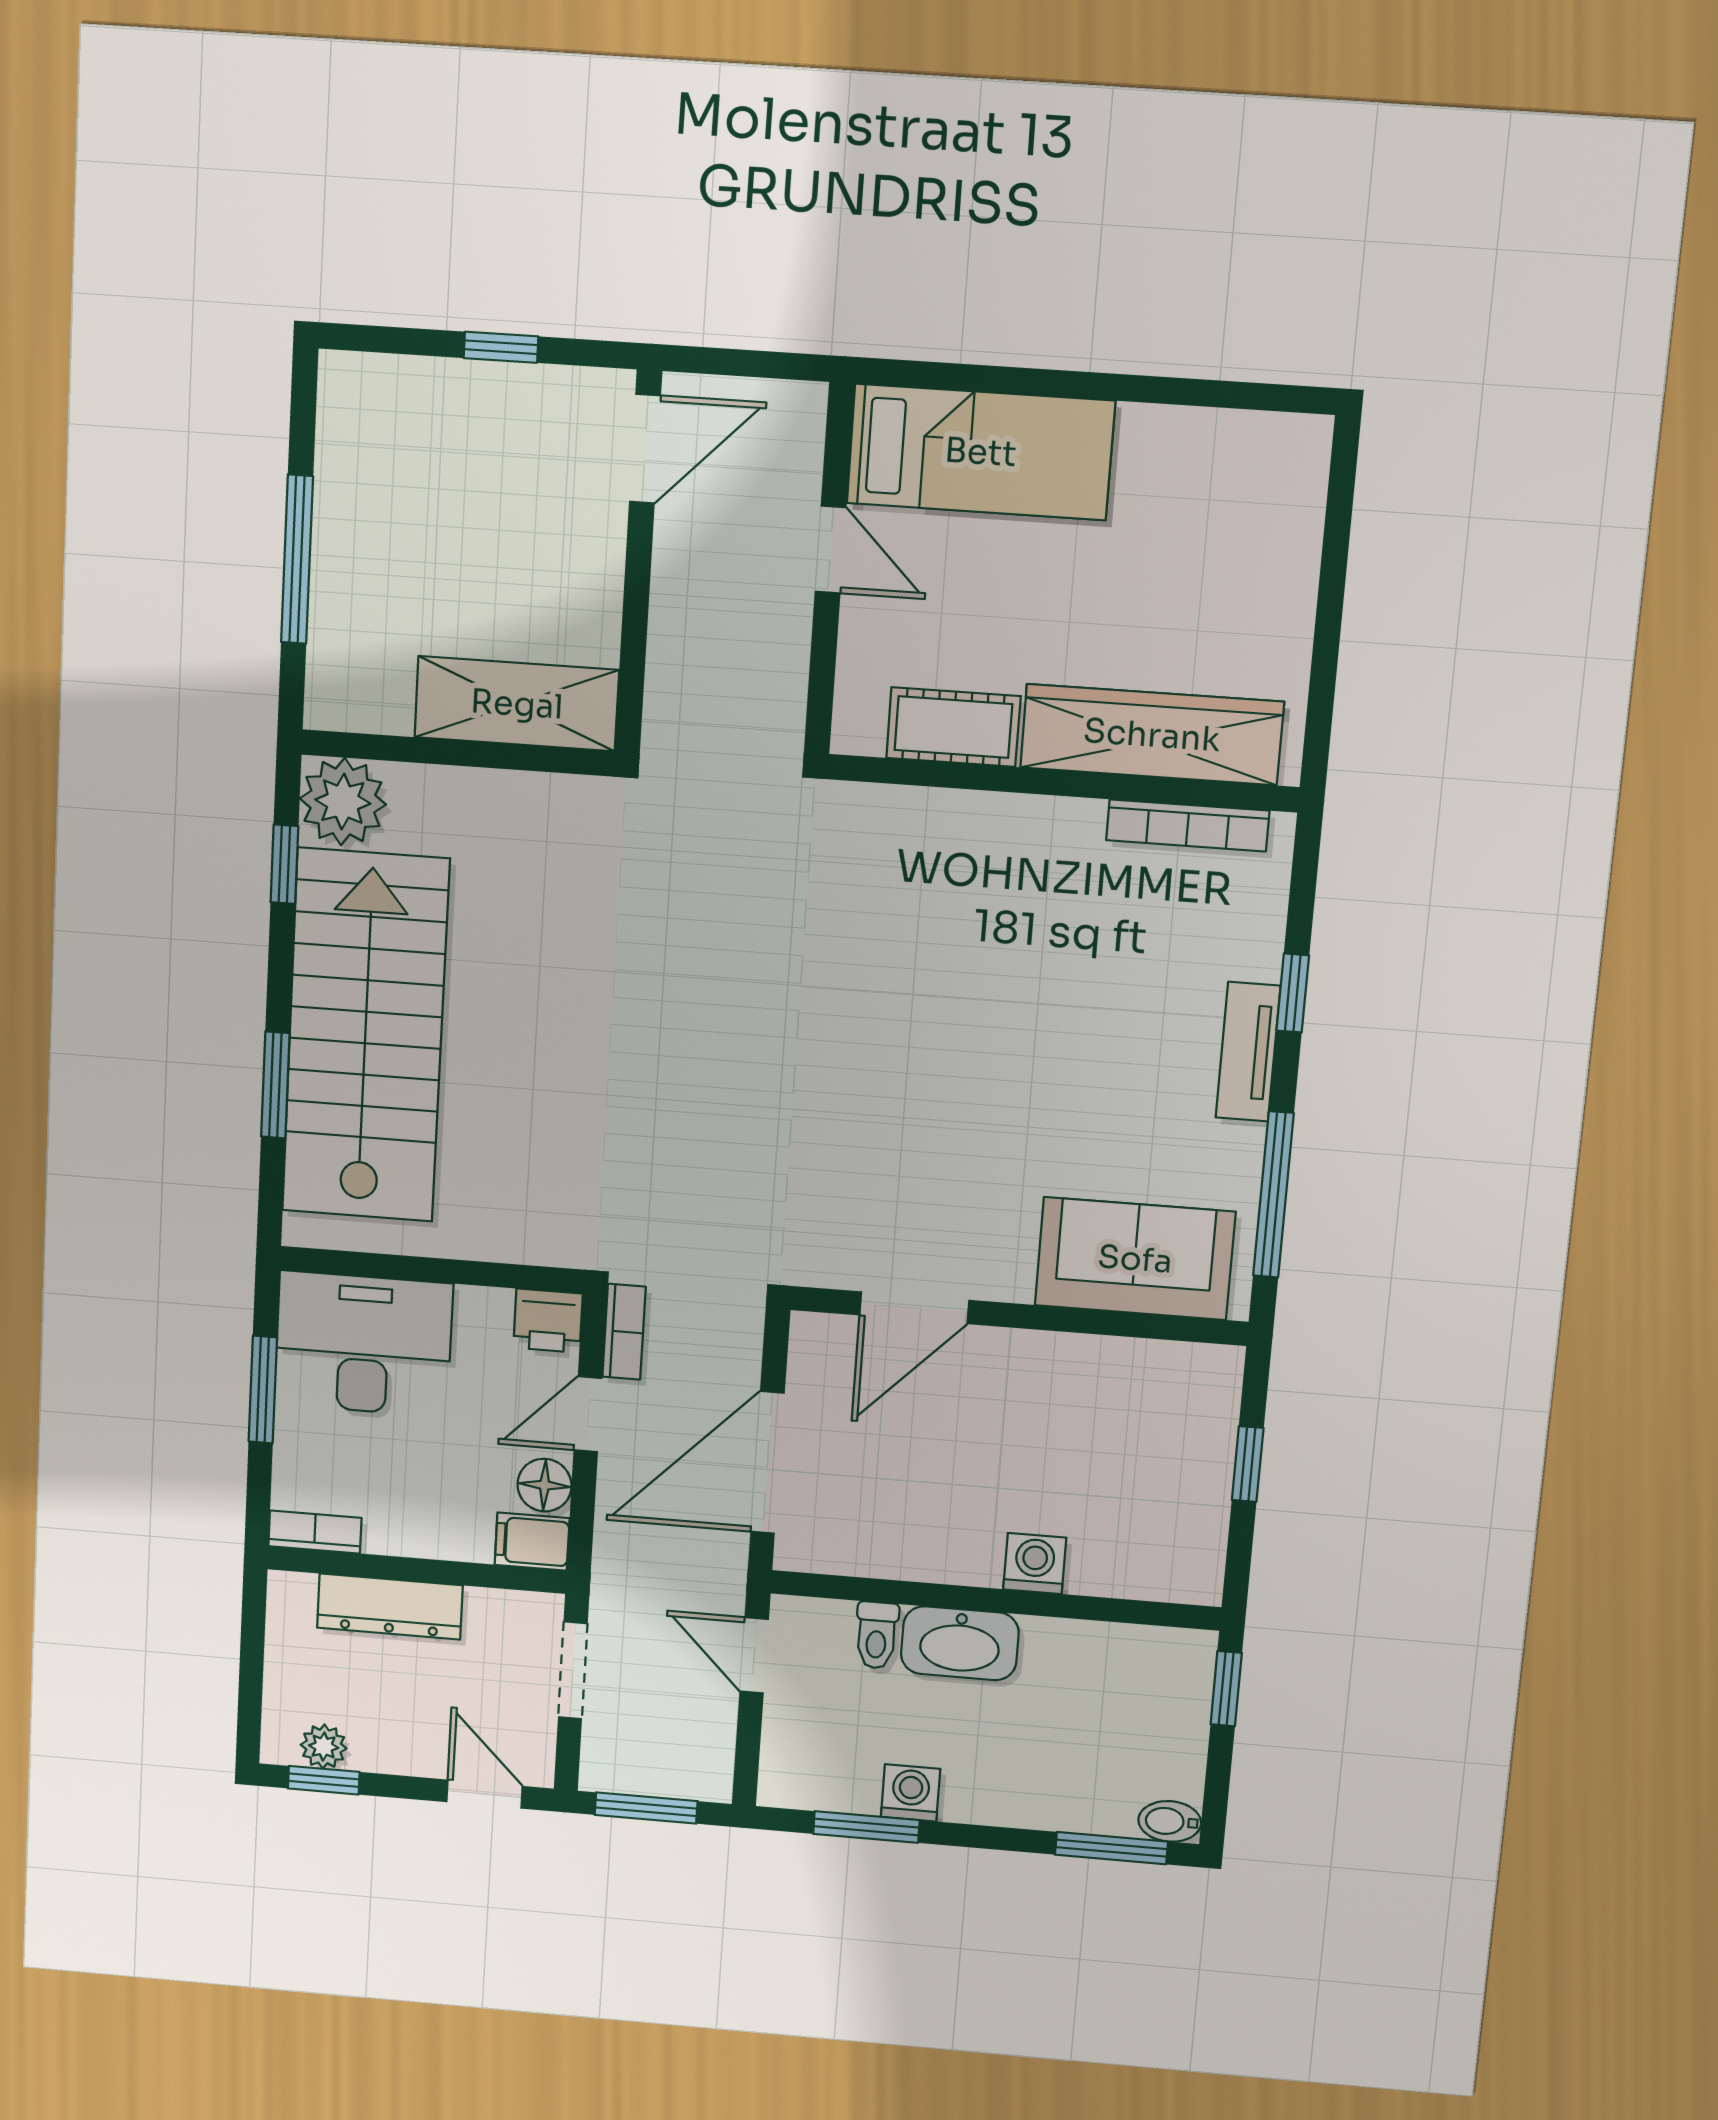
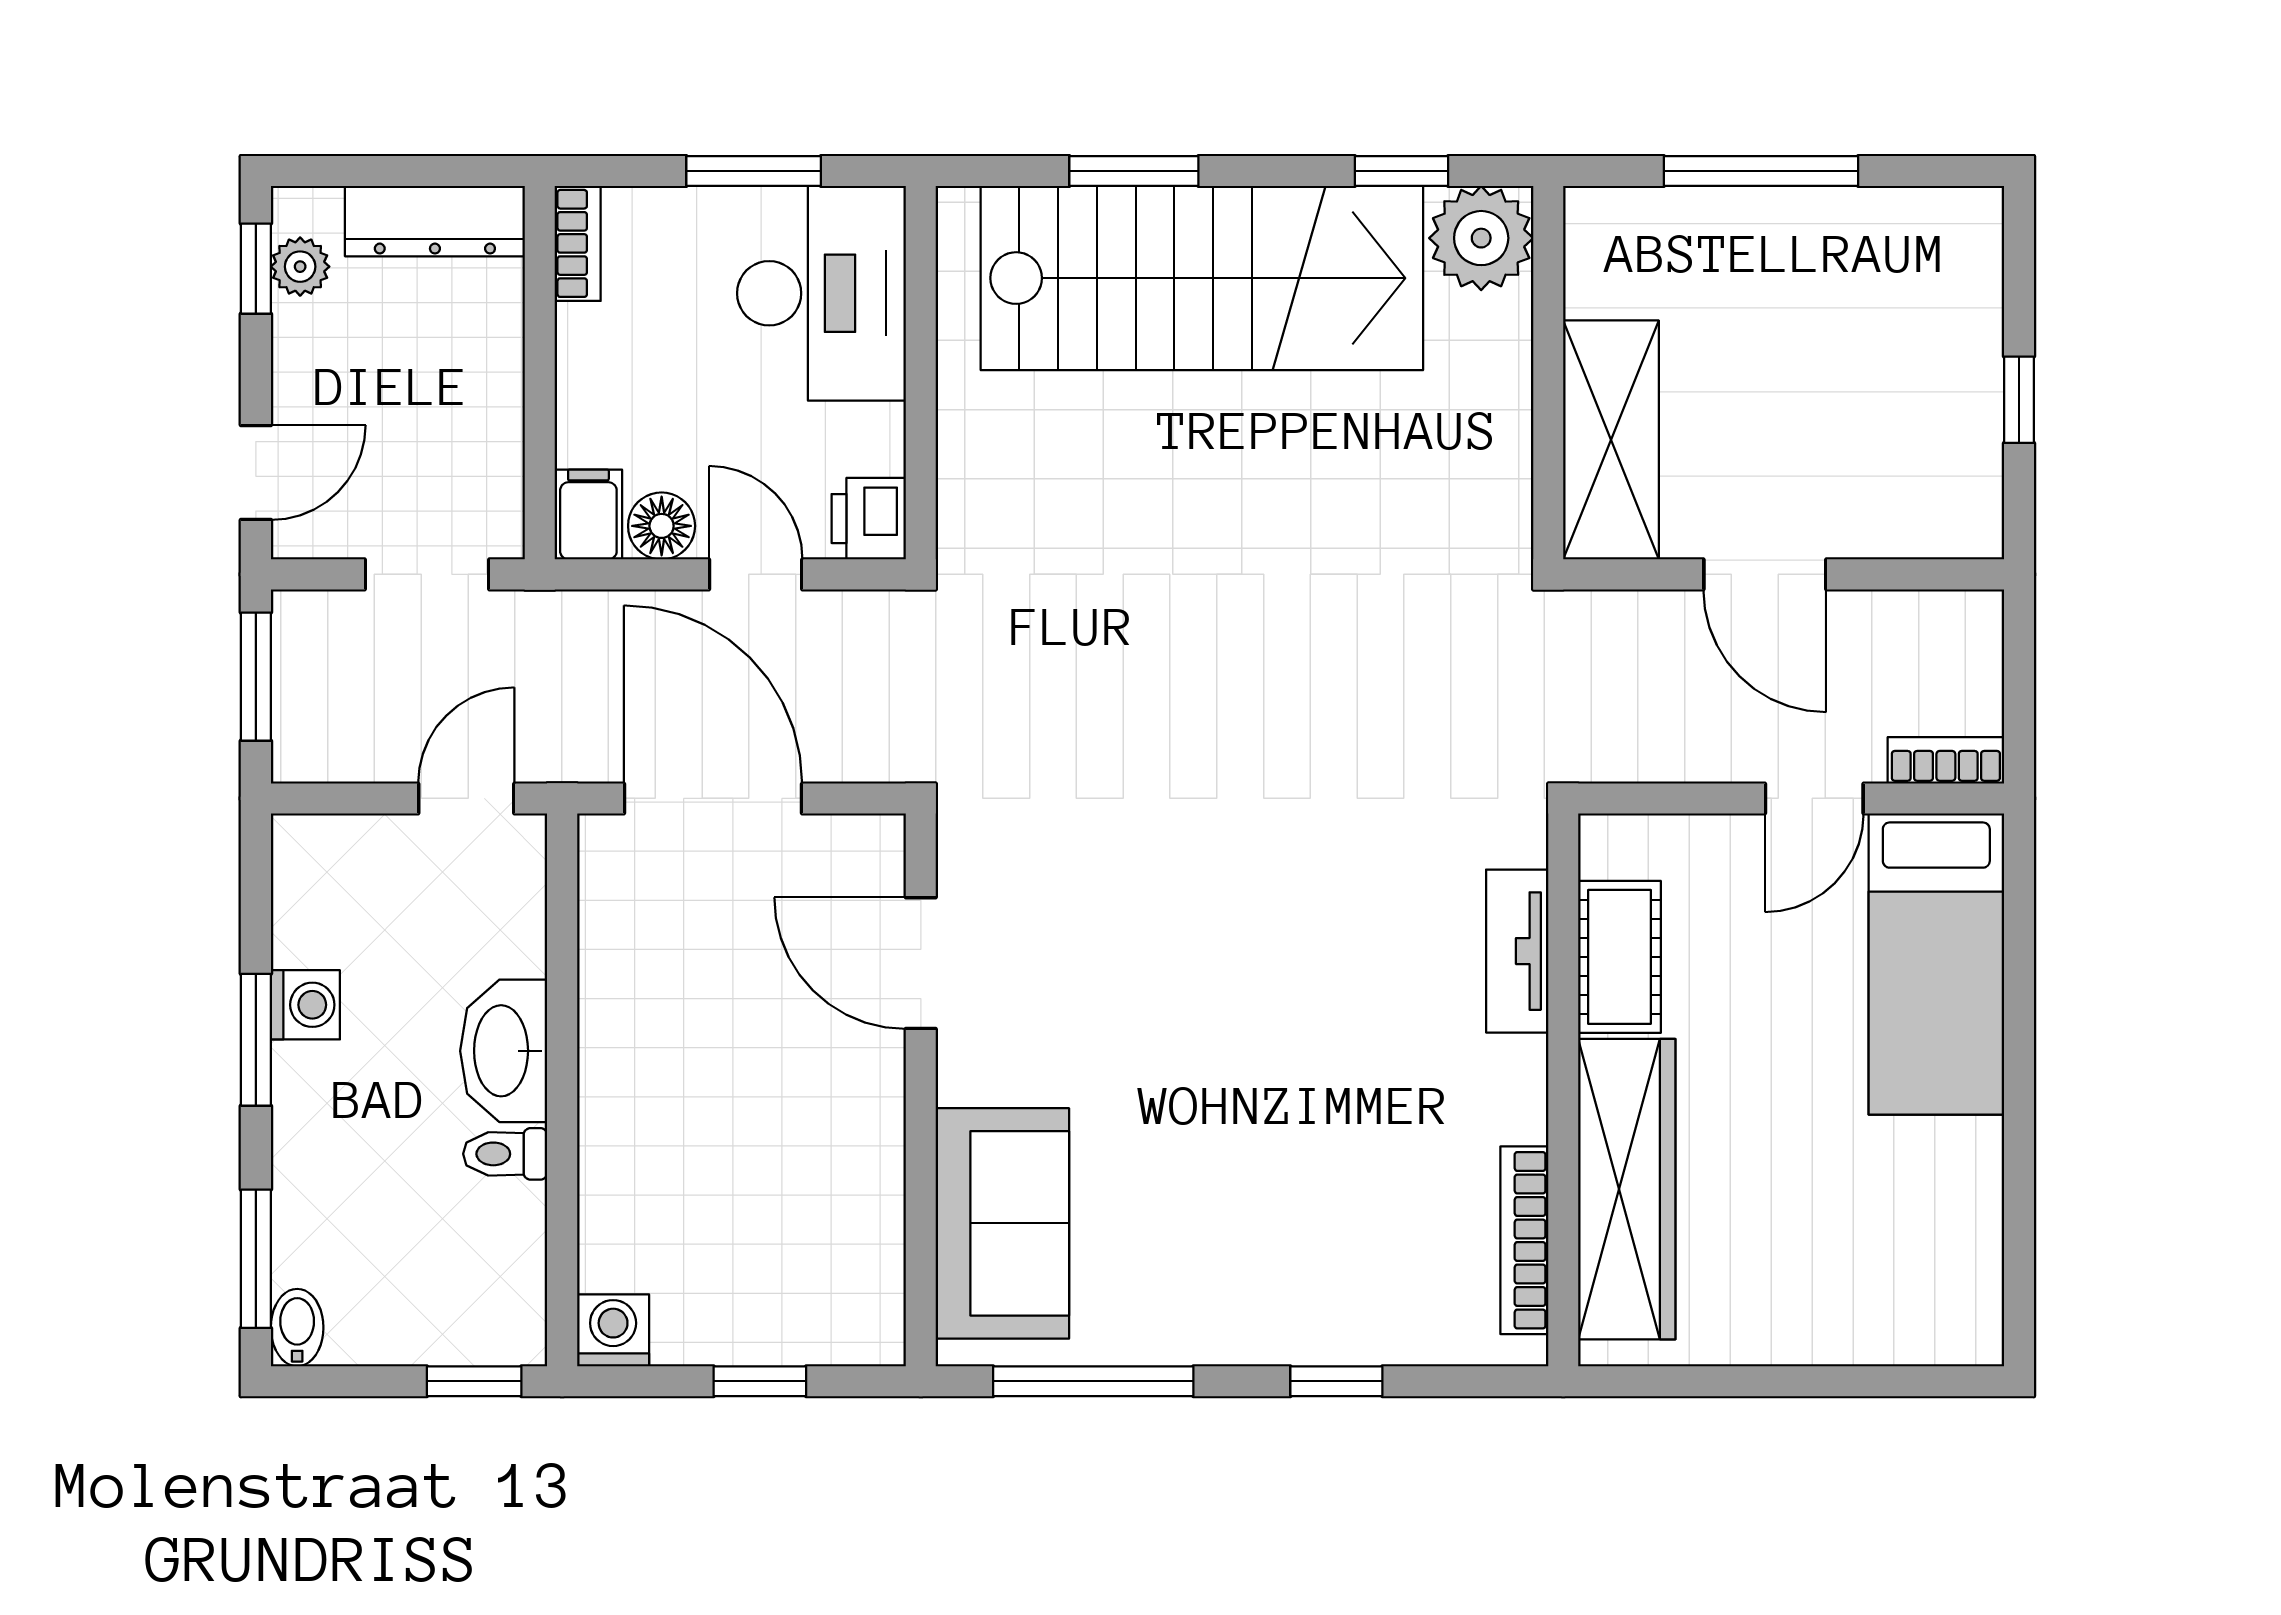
door: (645, 449) -> (1765, 574), moved
tv unit: (1248, 1052) -> (1517, 951), moved, turned -90
bookcase: (624, 1332) -> (1946, 760), moved, turned 180
washing machine: (1035, 1564) -> (613, 1330), moved, turned -90
dresser: (390, 1607) -> (435, 221), moved, turned -90
toilet: (877, 1635) -> (505, 1154), moved
window: (866, 1827) -> (256, 1040), moved

